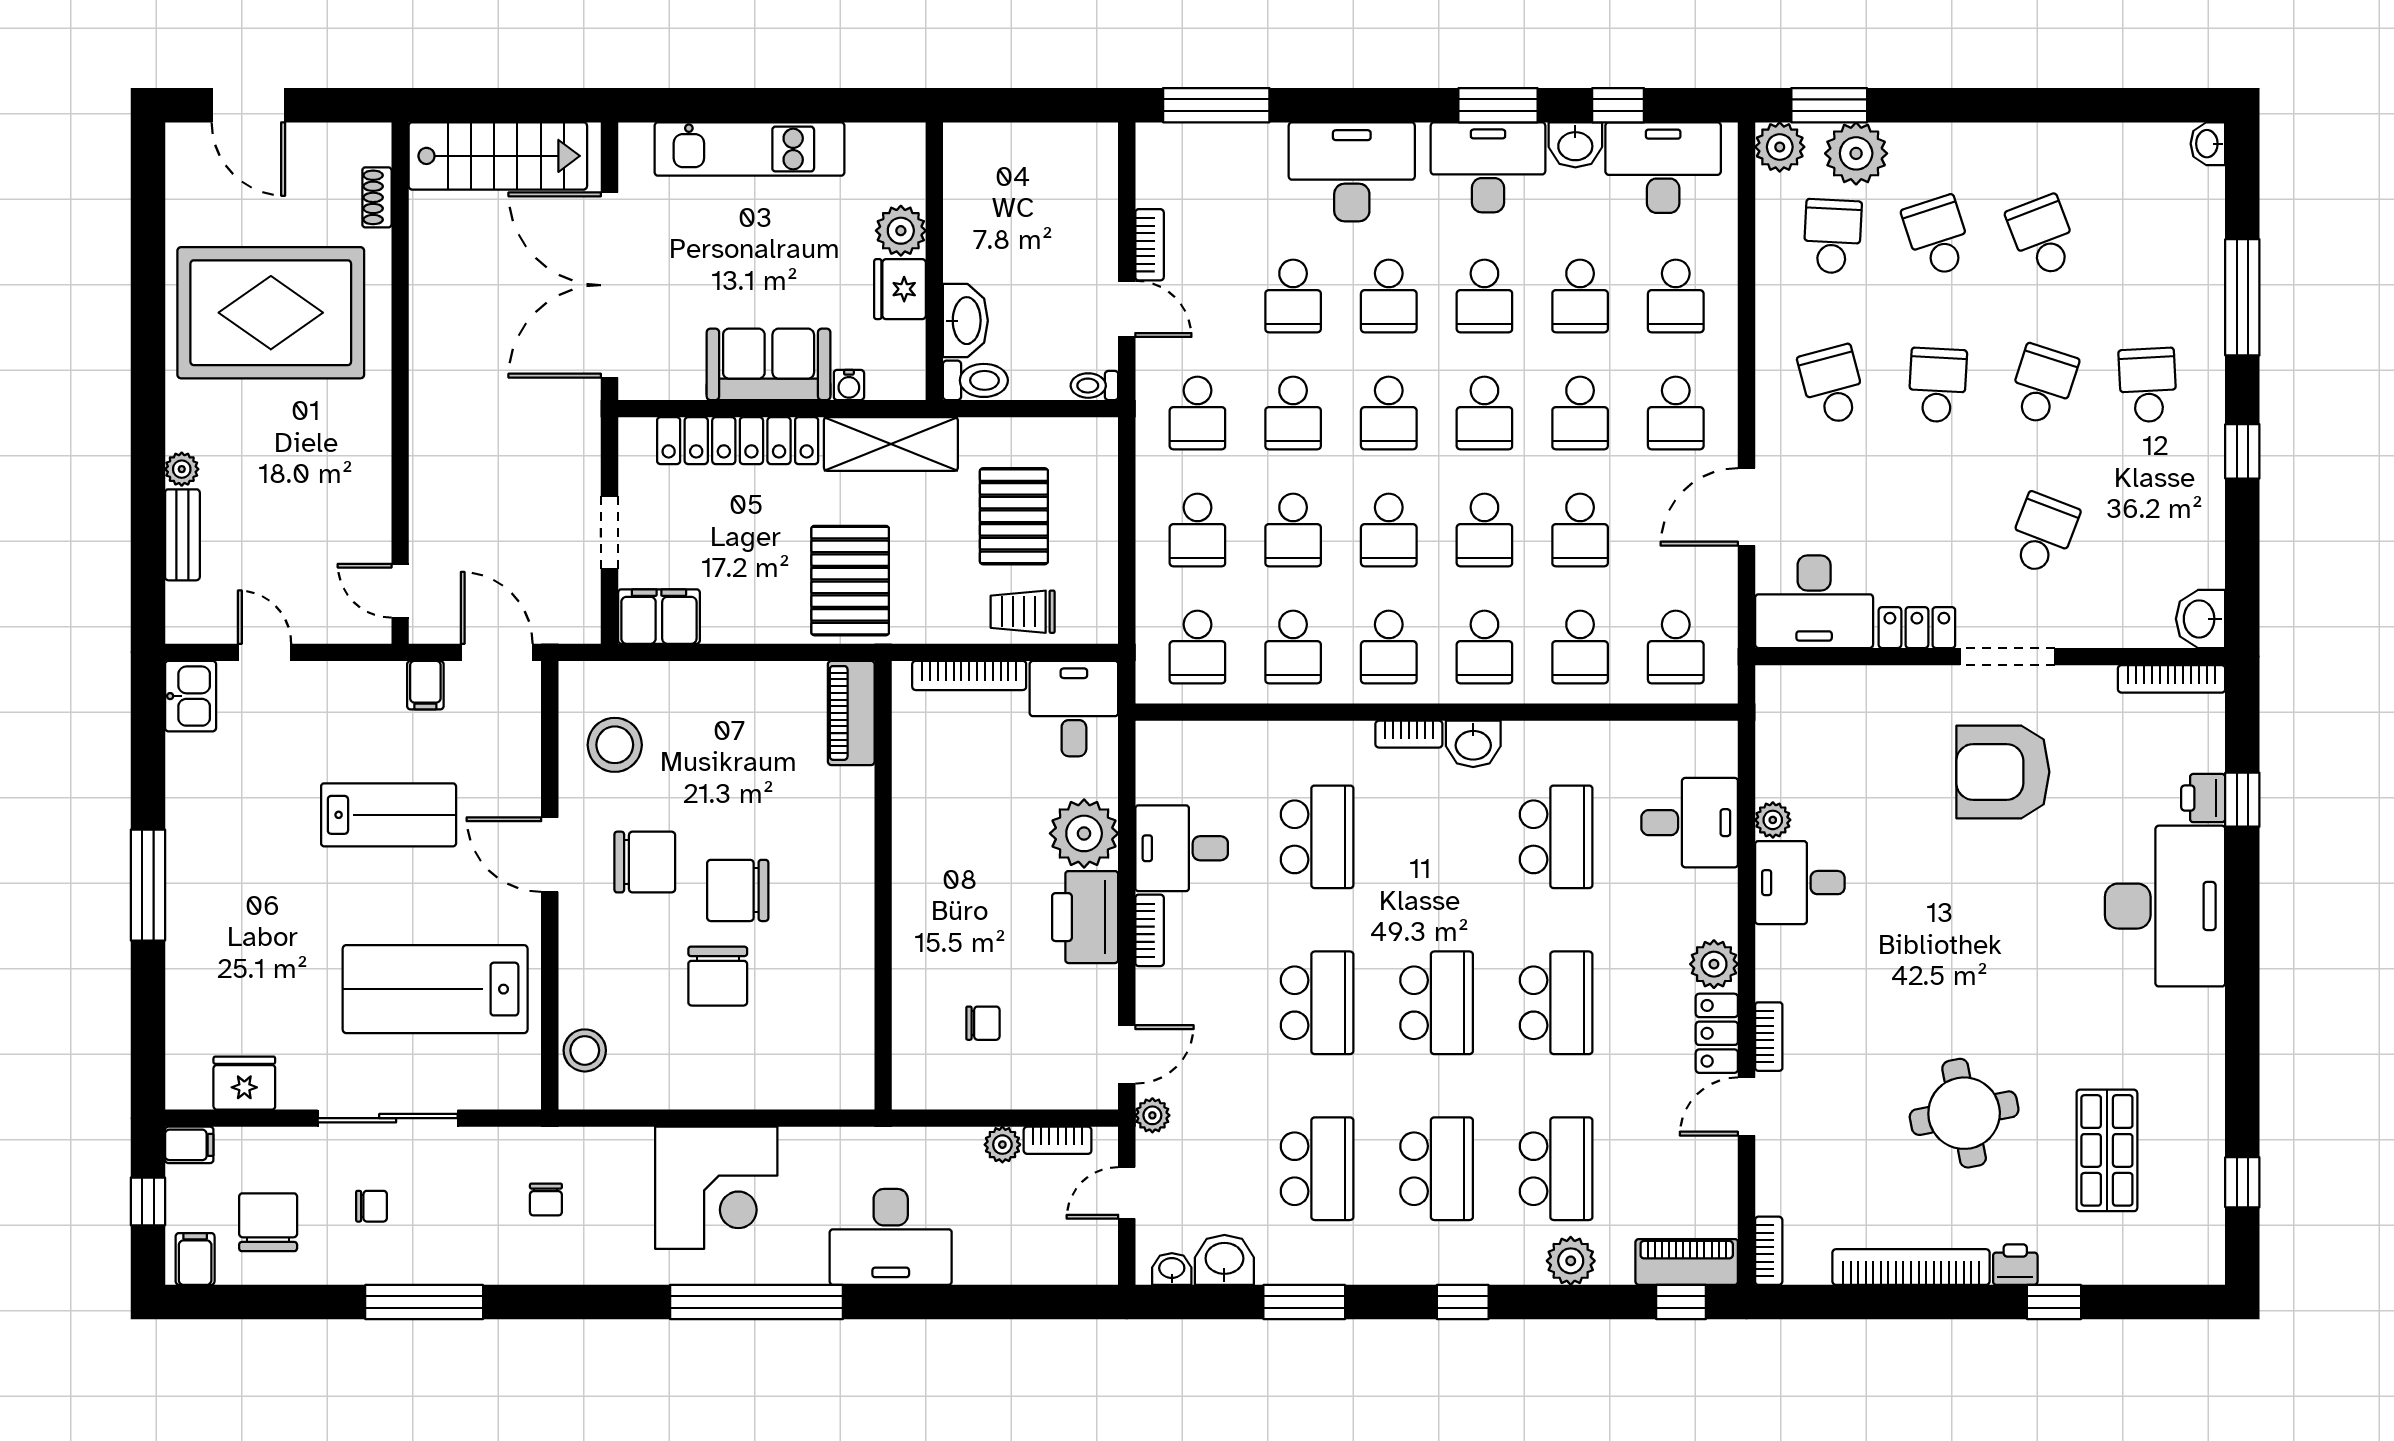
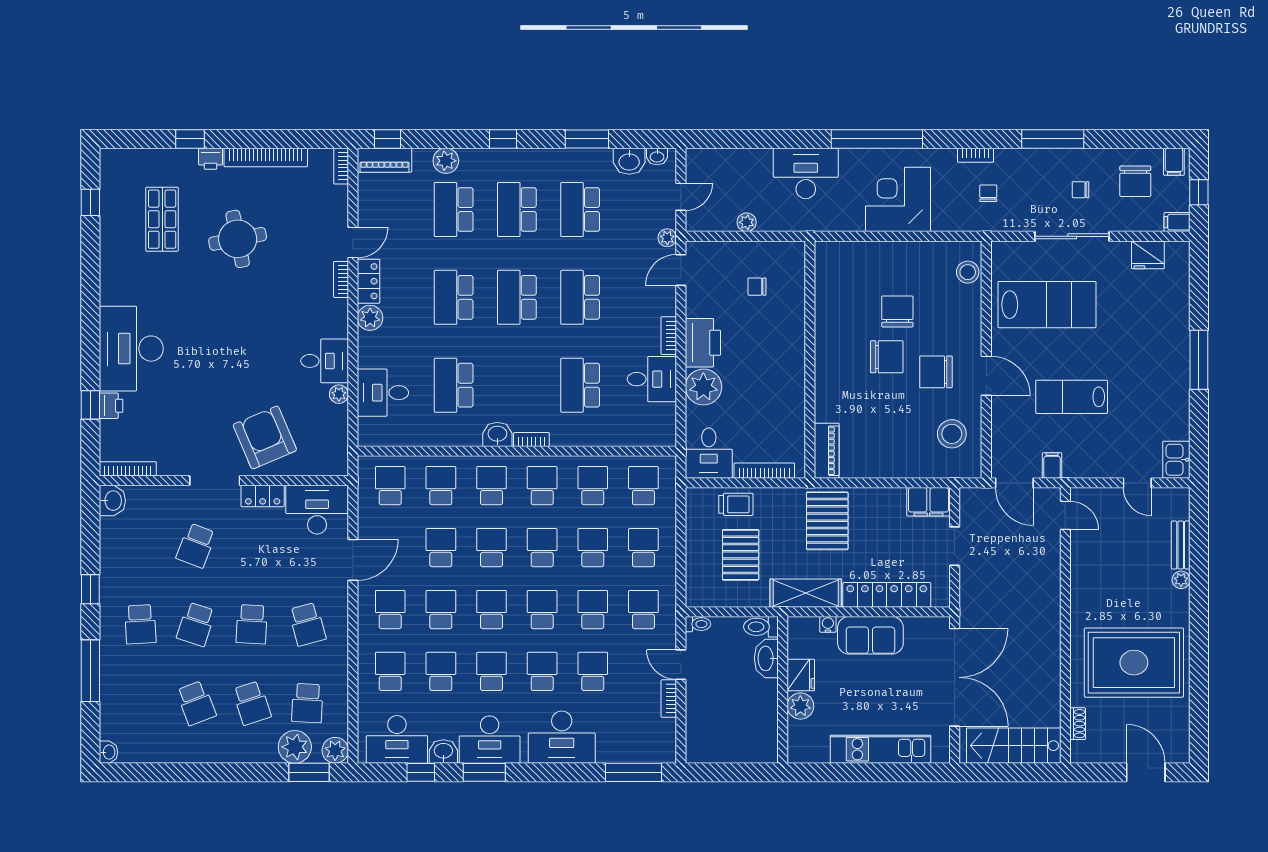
armchair: (2003, 772) -> (265, 437), moved, turned -113
bookcase: (1058, 1140) -> (976, 155), moved, turned 180

